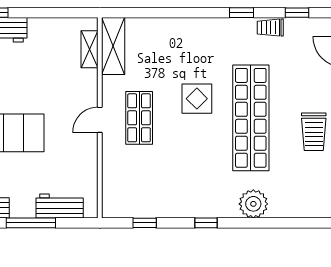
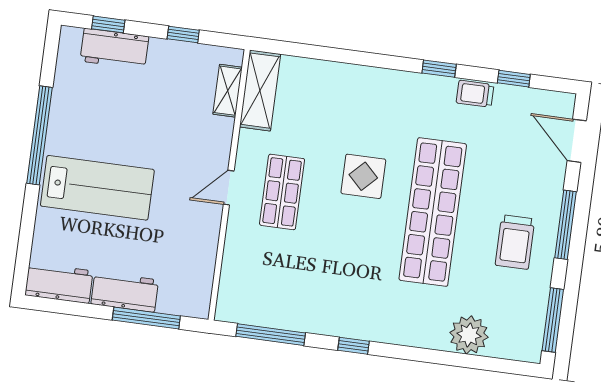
window: (52, 13) -> (183, 34), added
plant: (253, 204) -> (469, 335), moved
workbench: (60, 206) -> (125, 292), moved
window: (31, 223) -> (146, 318), moved
window: (145, 223) -> (271, 335), width x2.17

